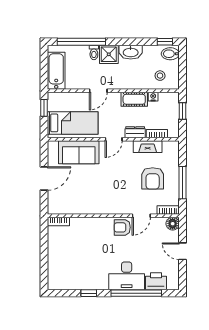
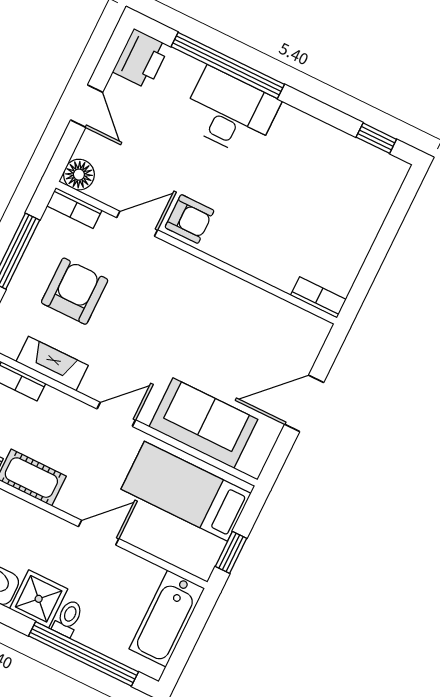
dresser: (135, 132) -> (64, 407), removed
printer: (156, 281) -> (141, 59), moved, turned -90
window: (89, 293) -> (376, 138), moved

